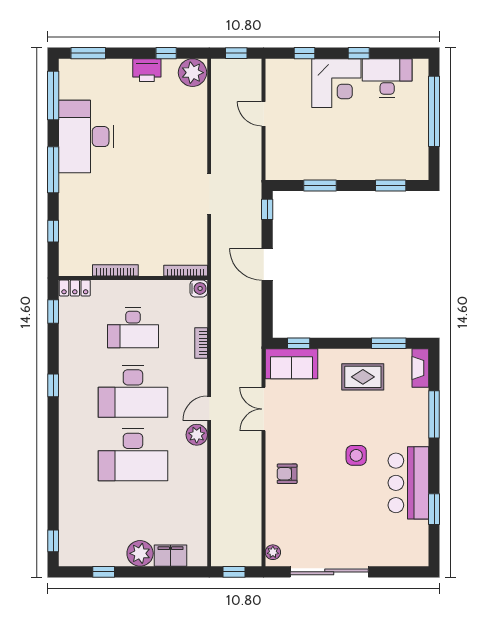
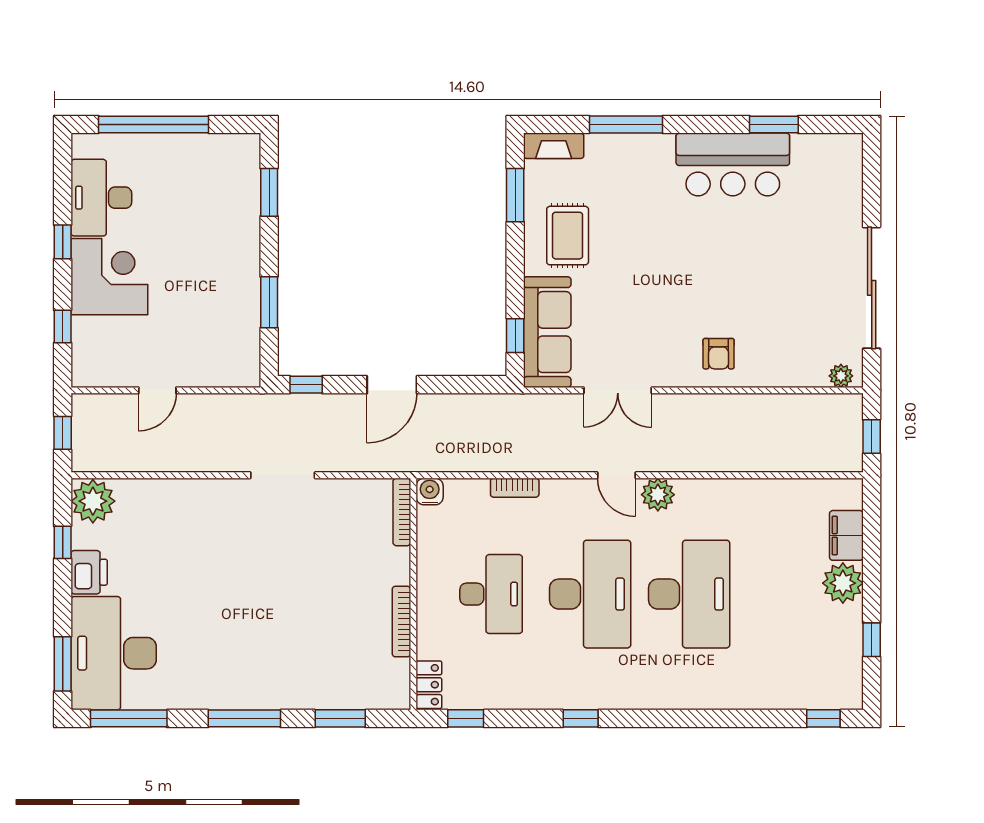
desk: (86, 137) -> (114, 653), moved, turned 90
window: (53, 231) -> (340, 718), width x1.50
sofa: (292, 364) -> (547, 332), width x1.36
side table: (356, 455) -> (690, 246), removed

